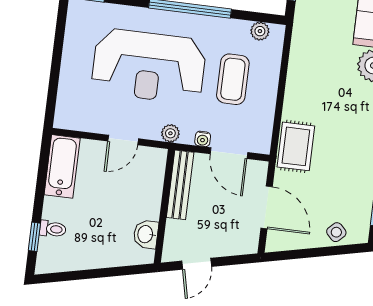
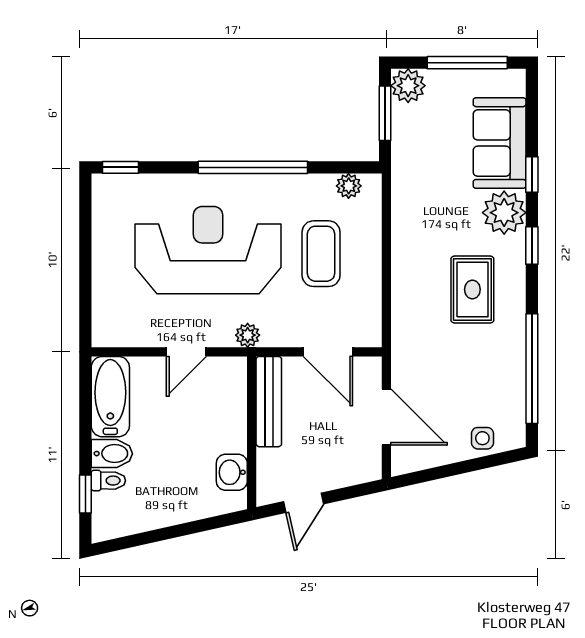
reception desk: (149, 66) -> (208, 250), turned 180
water cooler: (203, 139) -> (291, 337), removed
rug: (296, 146) -> (472, 289), moved
bidet: (58, 209) -> (112, 454), added
side table: (336, 232) -> (482, 438), turned 45

